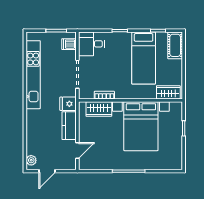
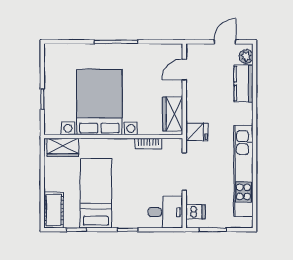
wardrobe: (99, 109) -> (173, 114), moved, turned -90
kitchen counter: (69, 126) -> (243, 83), moved, turned 180

